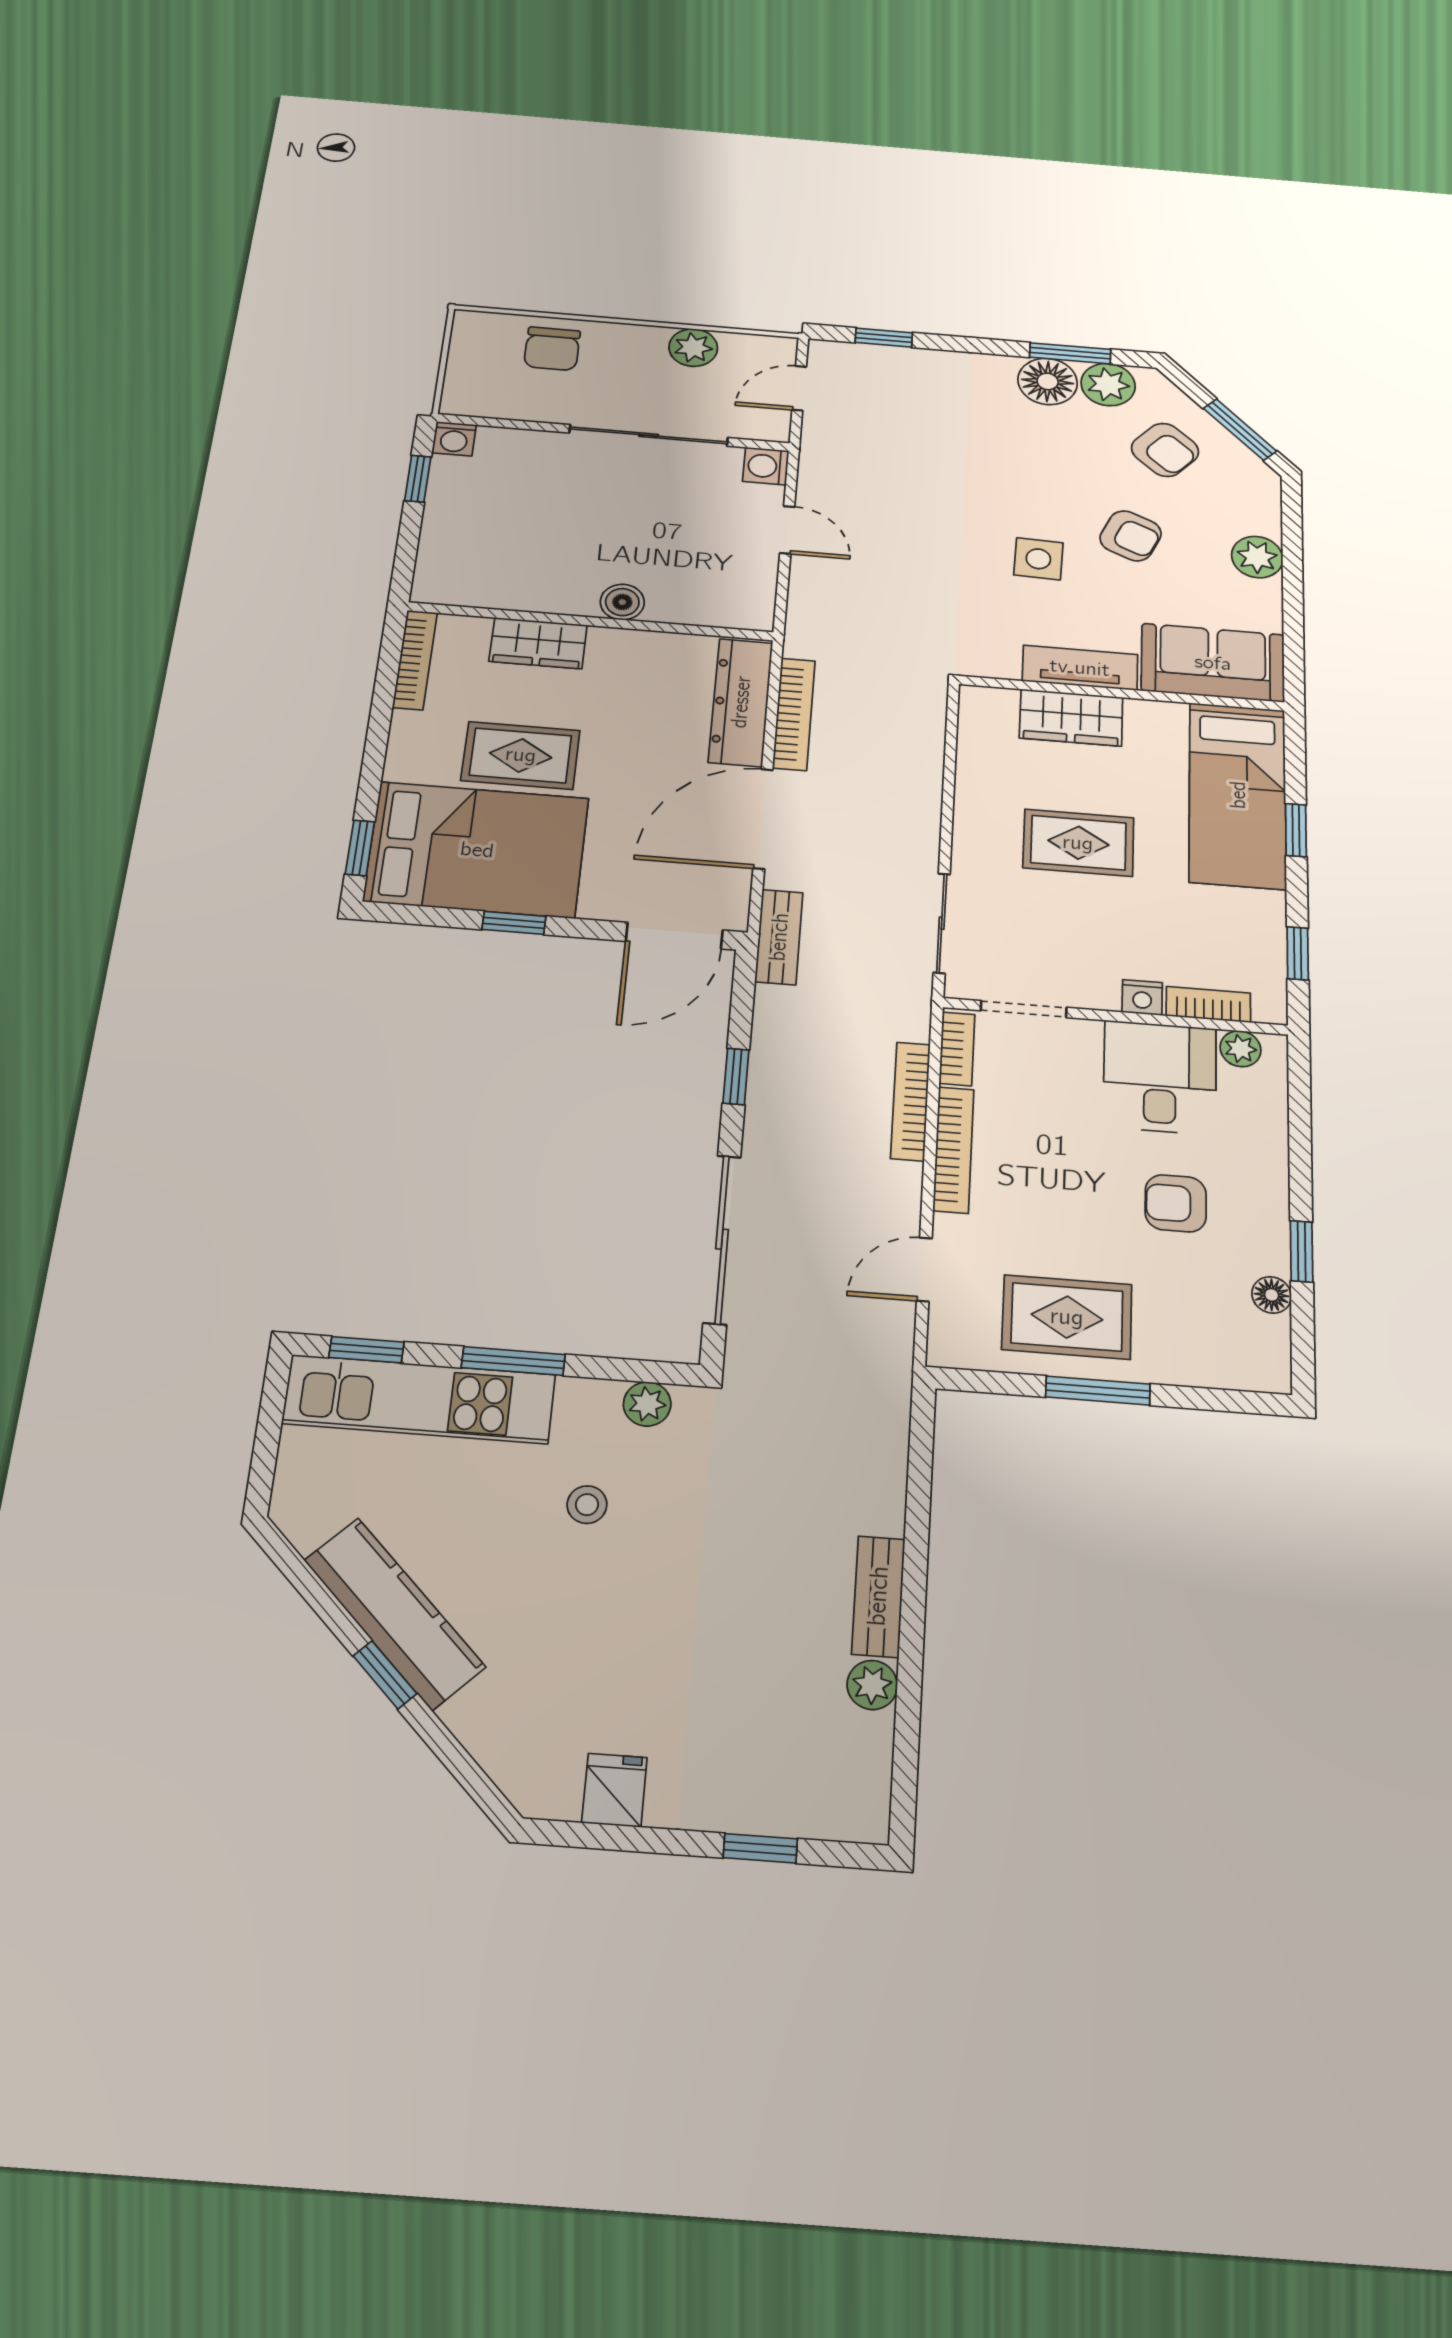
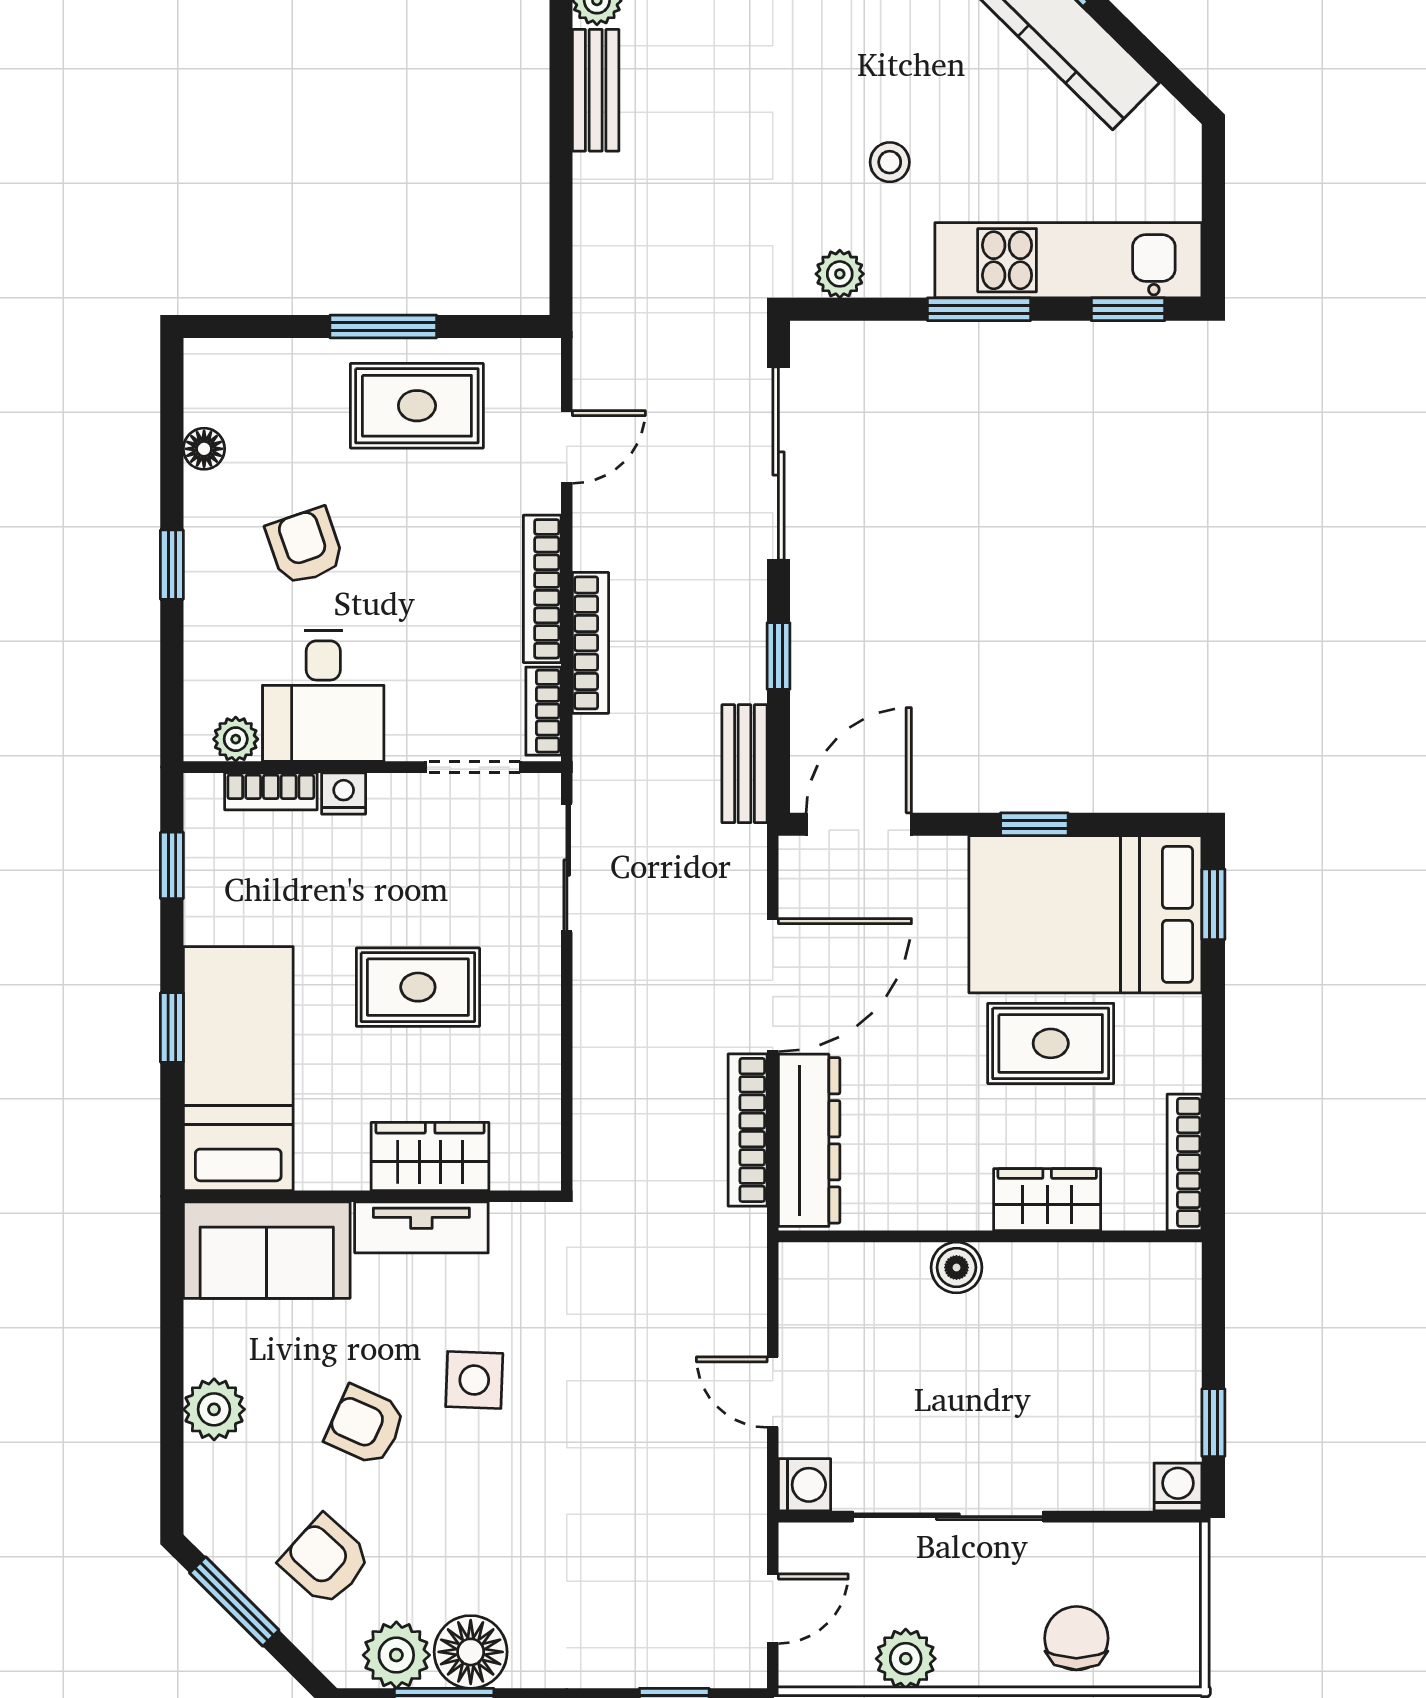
bench: (779, 937) -> (745, 764), moved
armchair: (1176, 1203) -> (305, 546), turned -109
window: (1302, 1251) -> (172, 565), moved

